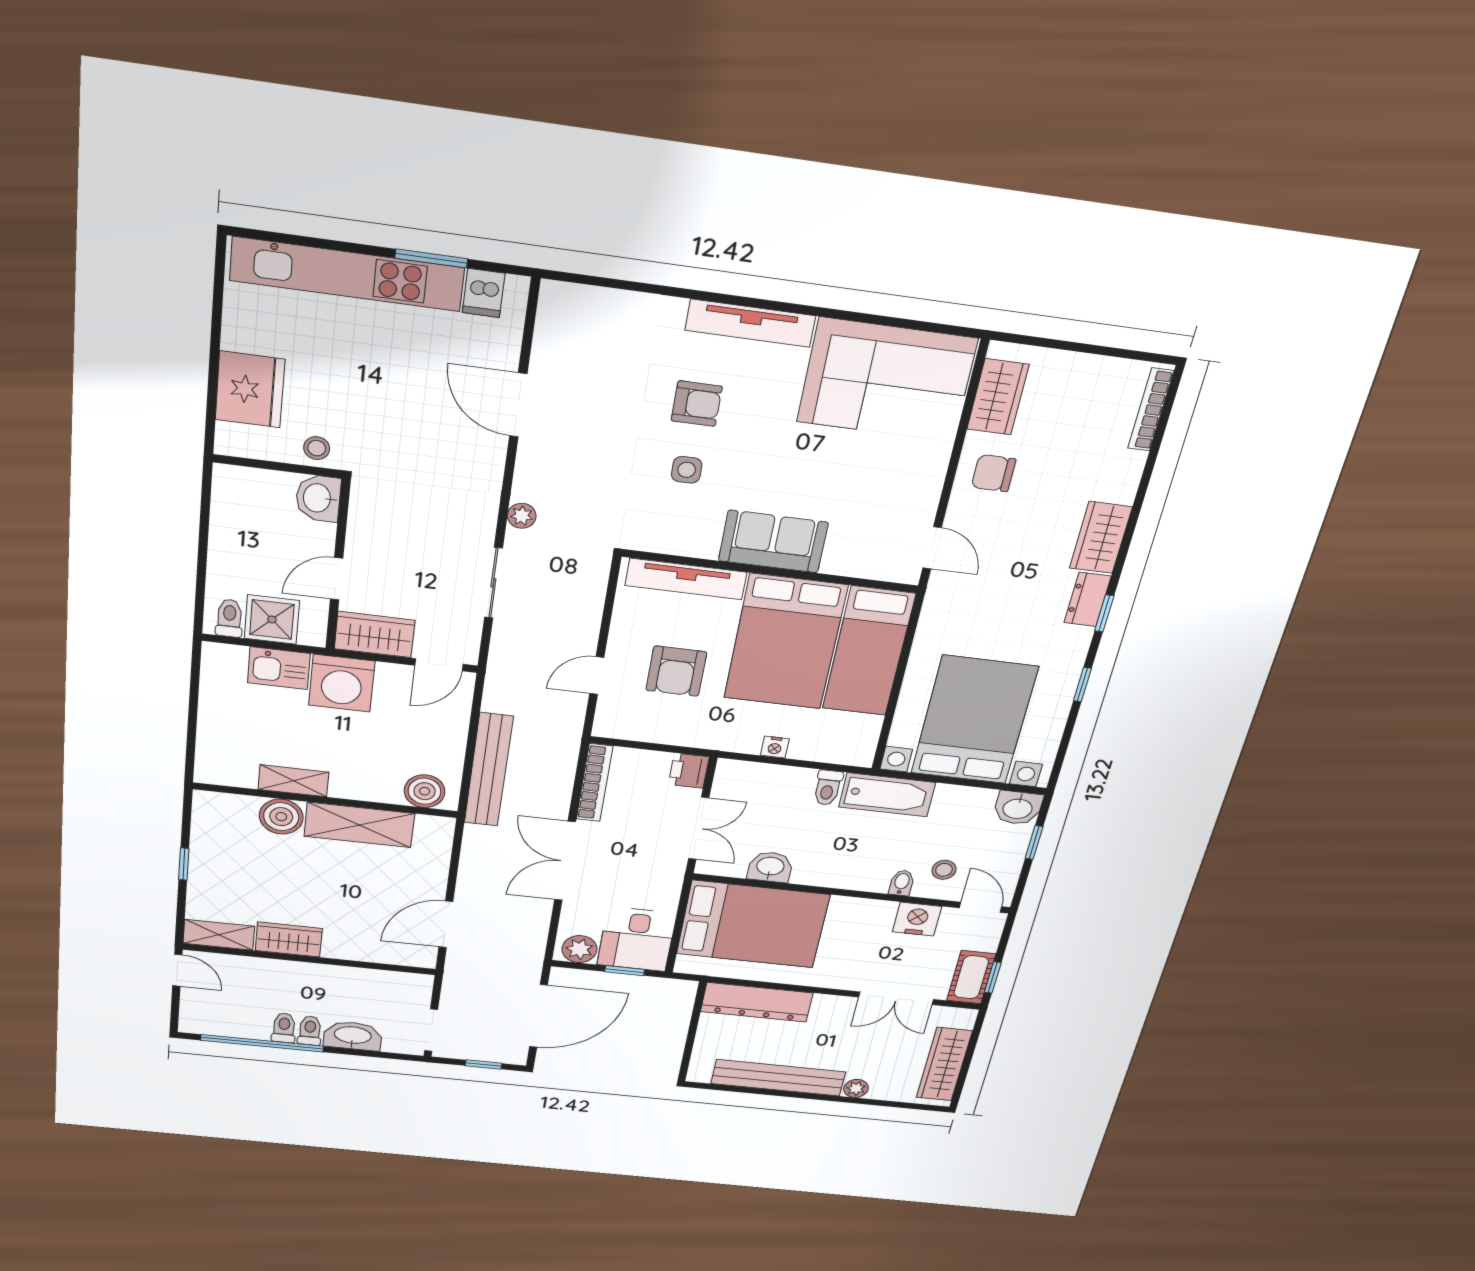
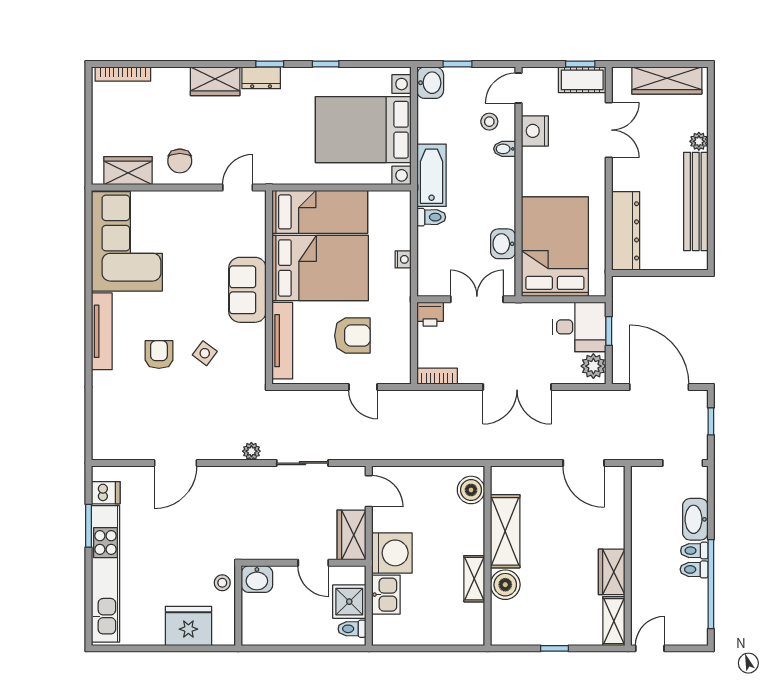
side table: (687, 470) -> (205, 353), turned 37
bench: (489, 770) -> (448, 449), removed
bookcase: (595, 783) -> (437, 376), width x0.64

